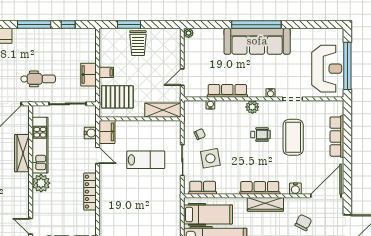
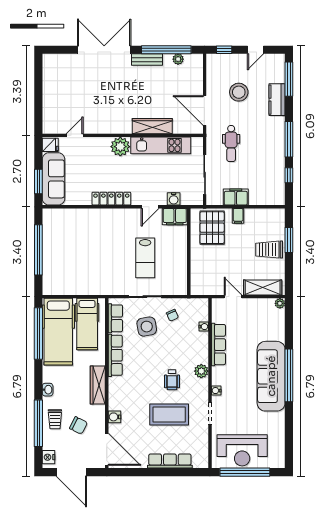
shelving: (163, 110) -> (263, 287), moved, turned 90
row of seats: (260, 188) -> (115, 355), moved

